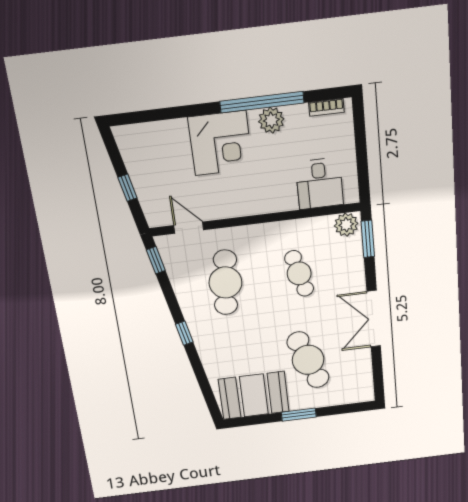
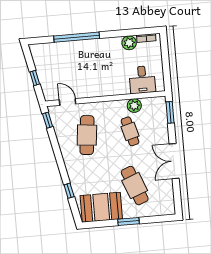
window: (262, 102) -> (77, 37), moved
plant: (271, 120) -> (129, 43), moved
corner desk: (221, 143) -> (88, 55), removed
plant: (346, 225) -> (134, 106), moved
window: (184, 333) -> (69, 191), moved

